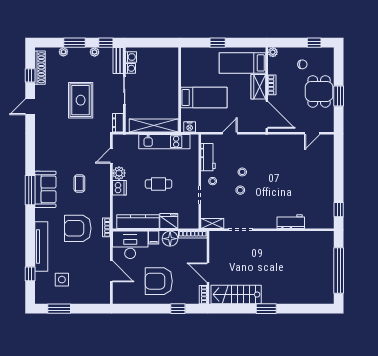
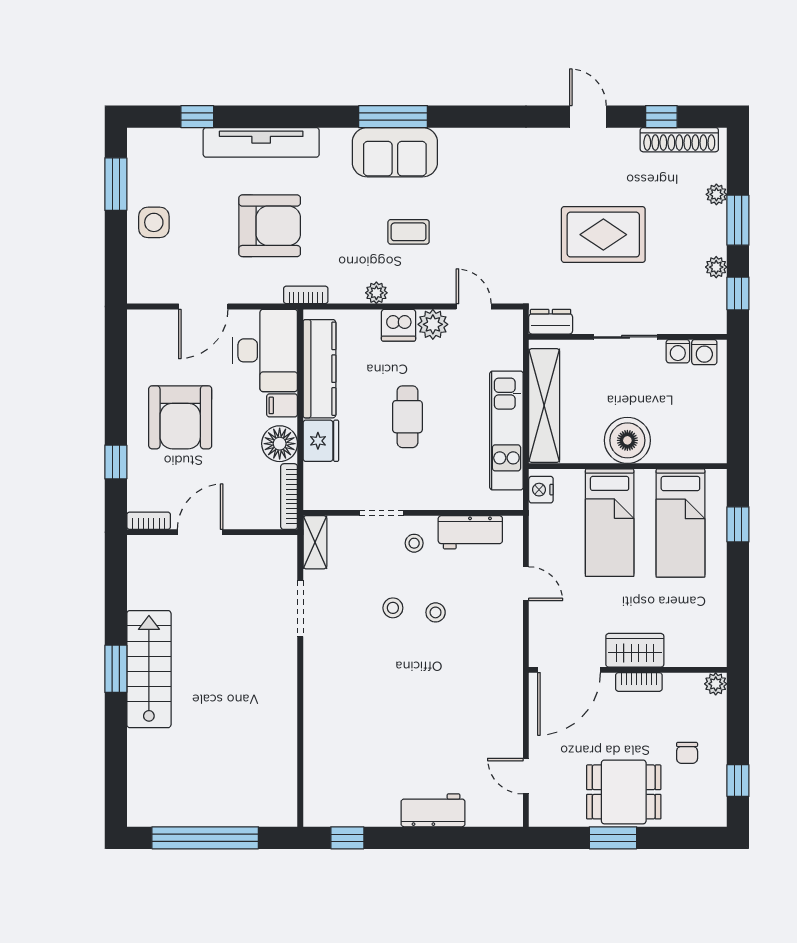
window: (218, 43) -> (738, 524), moved
bench: (118, 60) -> (696, 322), removed
bed: (242, 63) -> (680, 523), moved, turned 180
boiler: (169, 90) -> (627, 440), added
plant: (106, 197) -> (376, 293), added
workbench: (291, 222) -> (433, 810), moved, turned -90
armchair: (78, 228) -> (270, 226), moved, turned 90
side table: (62, 280) -> (154, 222), moved
armchair: (159, 281) -> (180, 417), turned 180
stairs: (236, 295) -> (149, 669), moved

